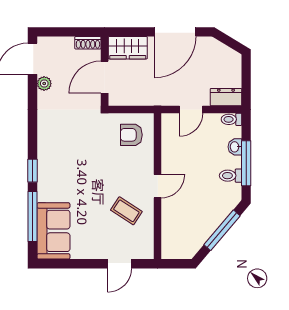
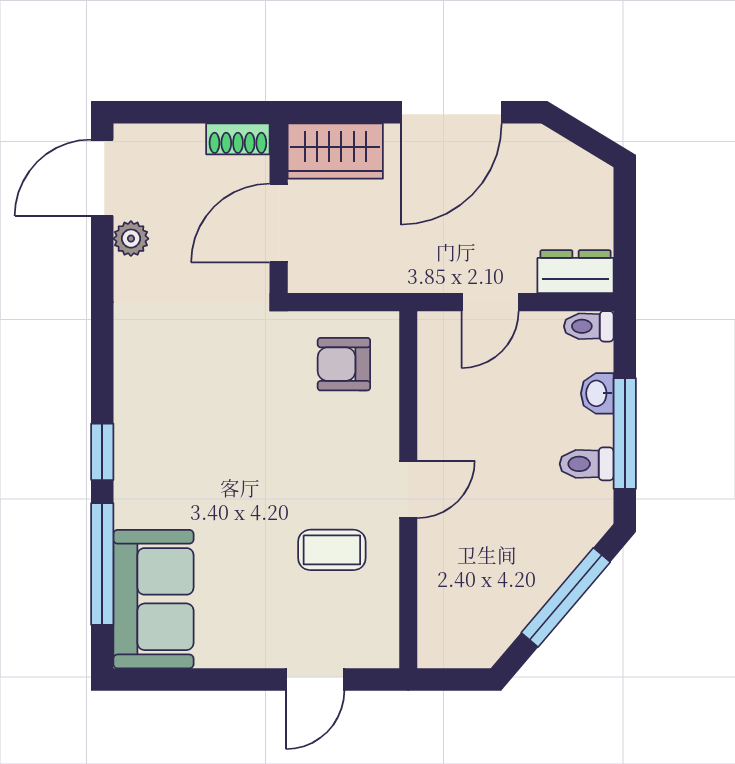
coffee table: (126, 211) -> (332, 550), turned -33

